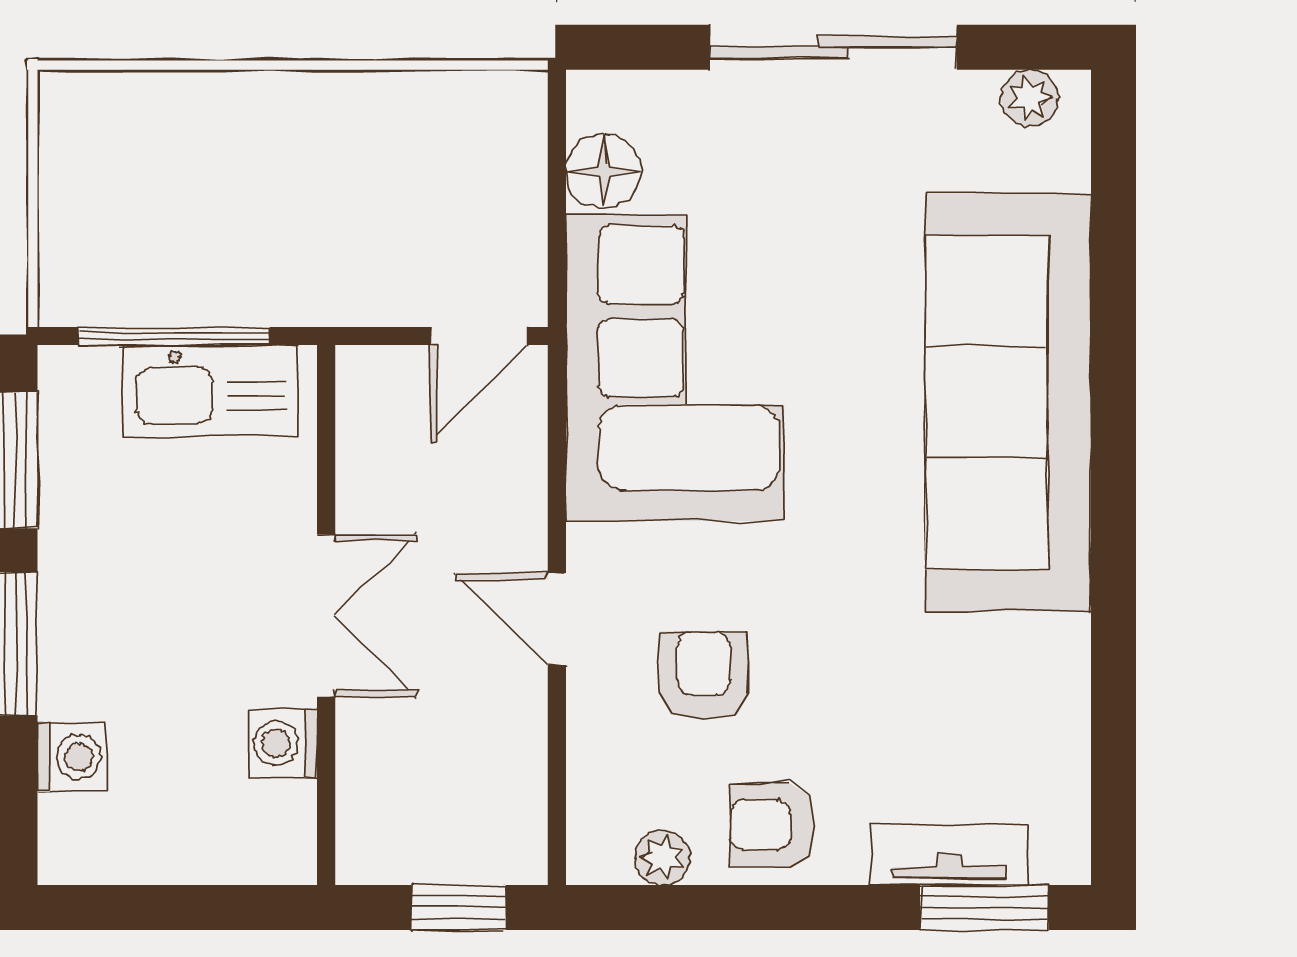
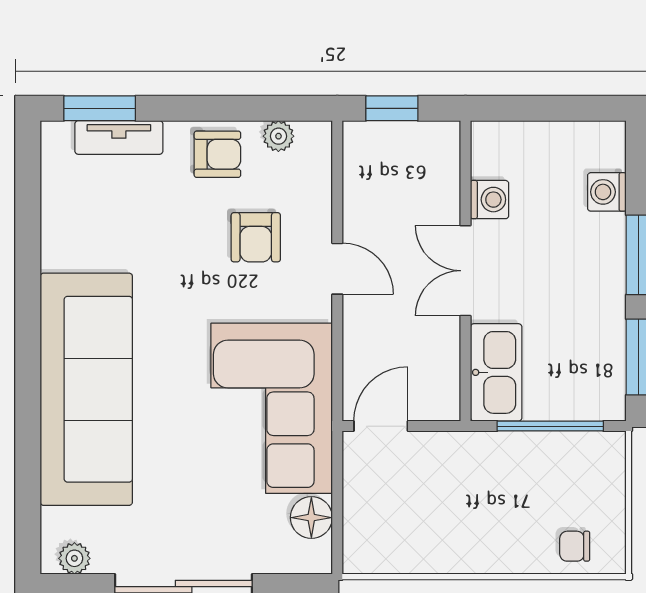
chair: (130, 120) -> (575, 546), added
kitchen sink: (209, 391) -> (496, 372), moved, turned 90

